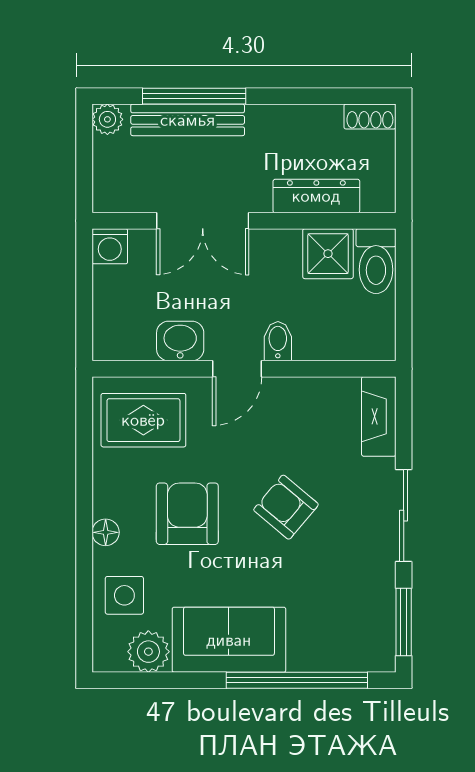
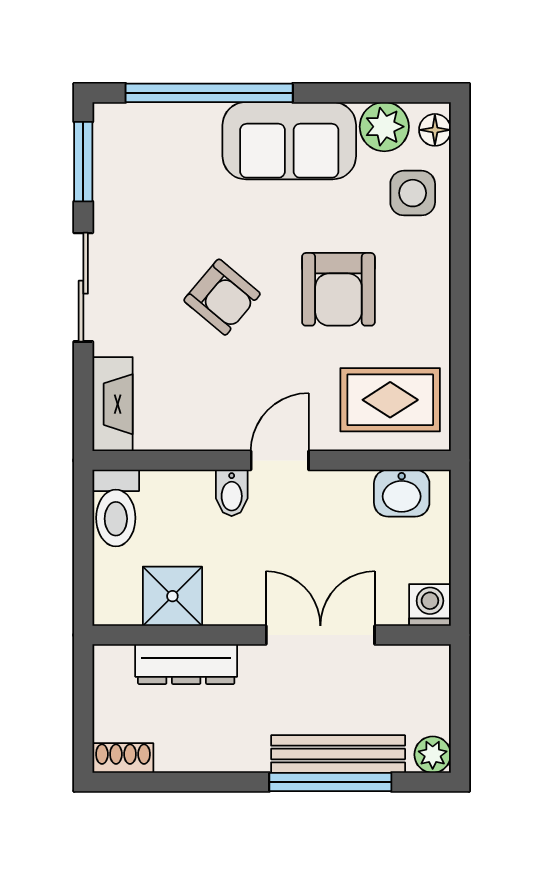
toilet: (376, 261) -> (116, 508), moved, turned 180
washbasin: (180, 341) -> (402, 493), moved
floor lamp: (106, 532) -> (435, 130), moved

